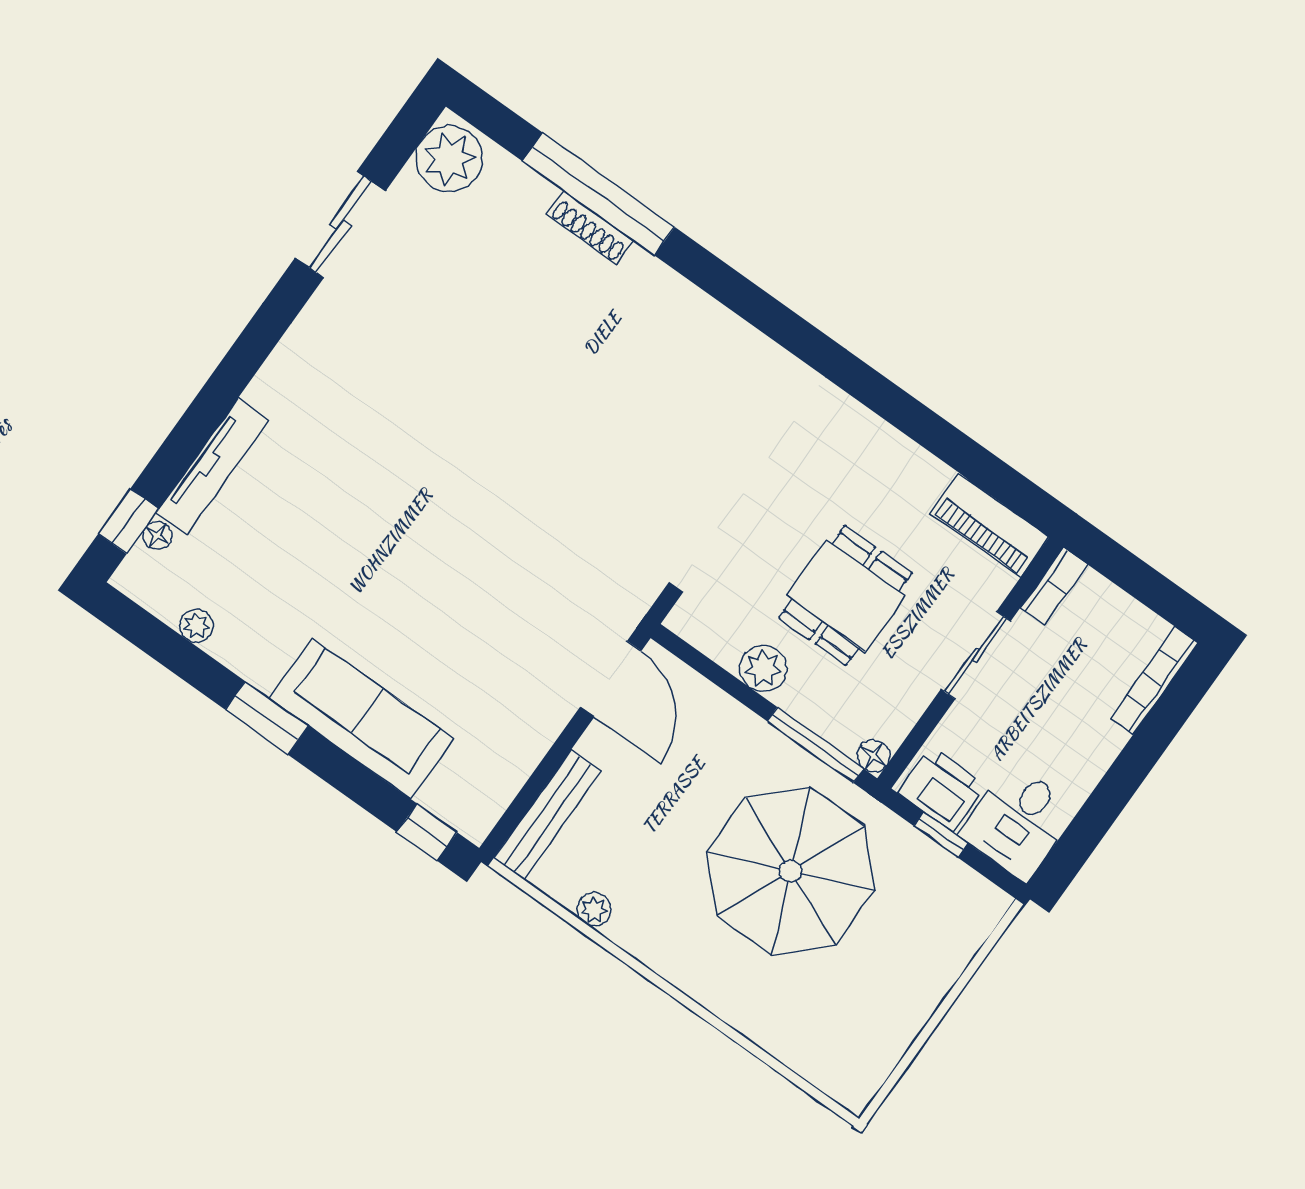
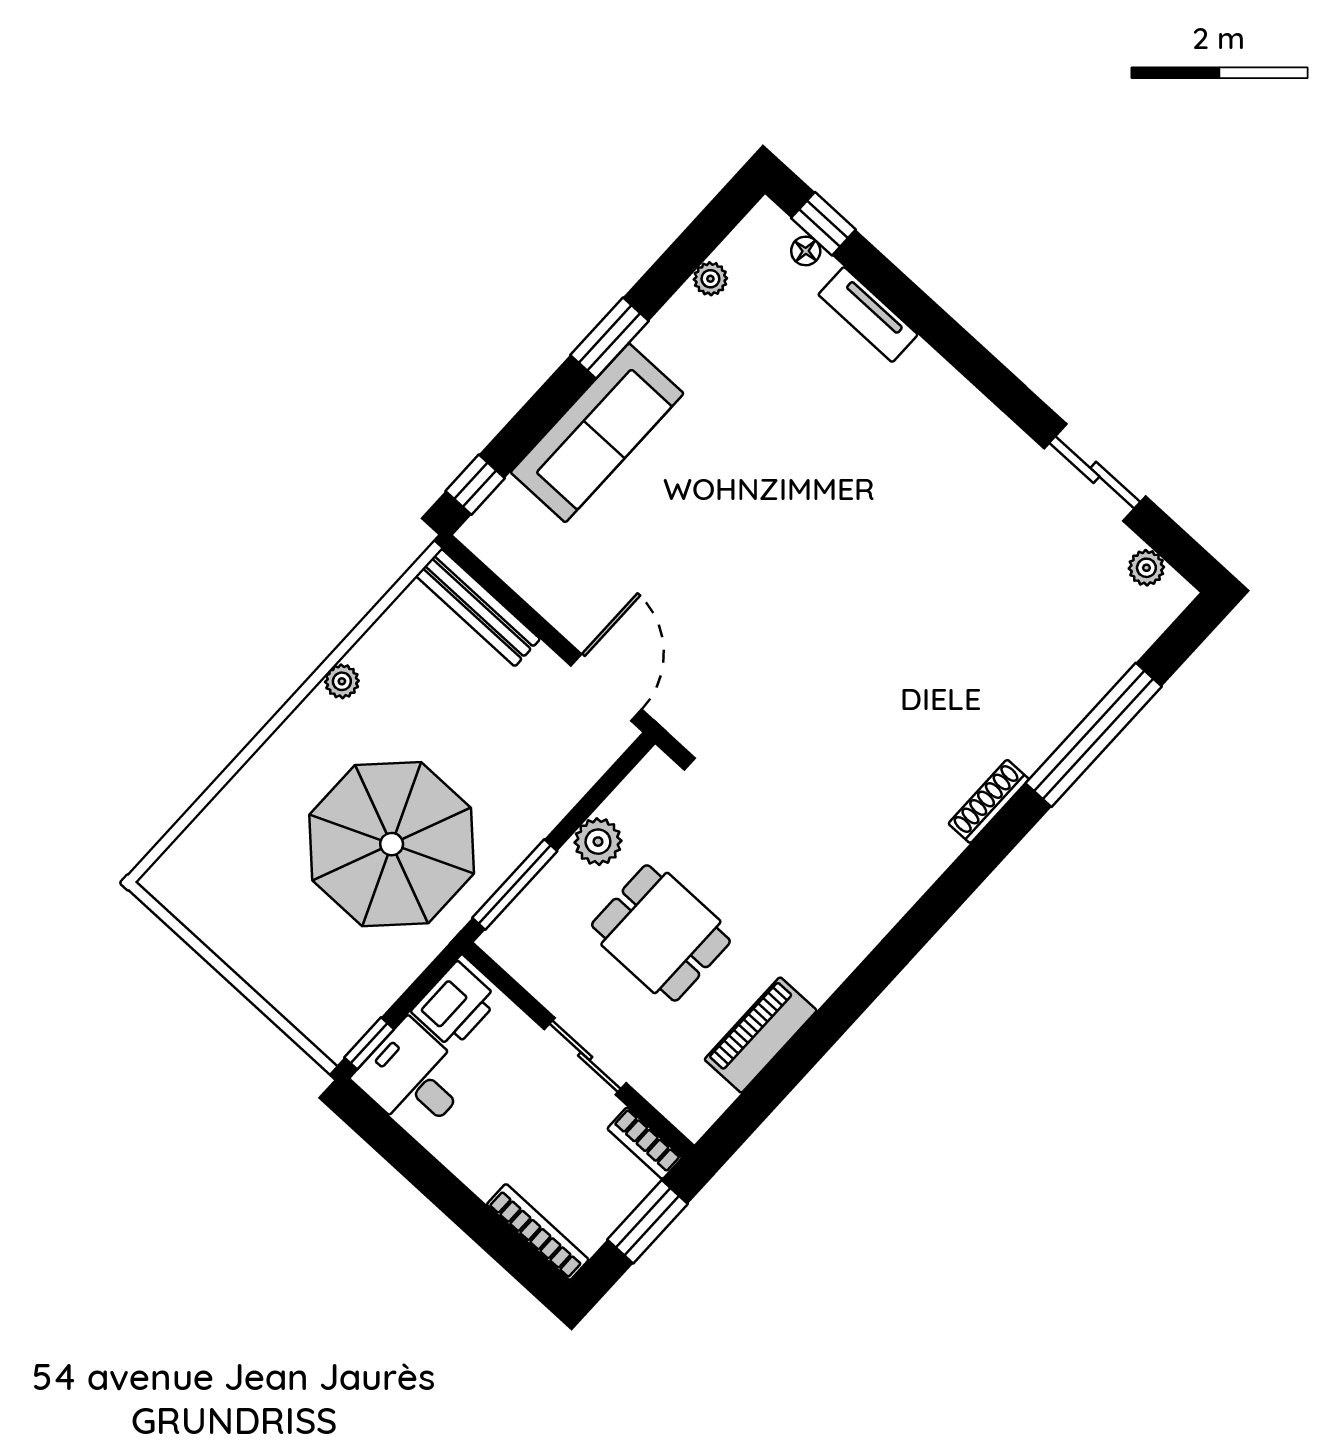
plant: (449, 159) -> (1146, 568), width x0.53, depth x0.53
shoe rack: (590, 228) -> (989, 801), moved
tv unit: (212, 467) -> (868, 315), width x0.71
piano: (989, 525) -> (761, 1035), moved
window: (1131, 574) -> (648, 1222), added
door: (611, 679) -> (606, 688), swing flipped
floor lamp: (873, 756) -> (497, 941), removed
window: (941, 834) -> (369, 1043), moved
plant: (594, 909) -> (342, 681), moved

